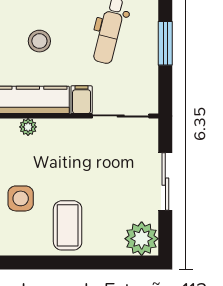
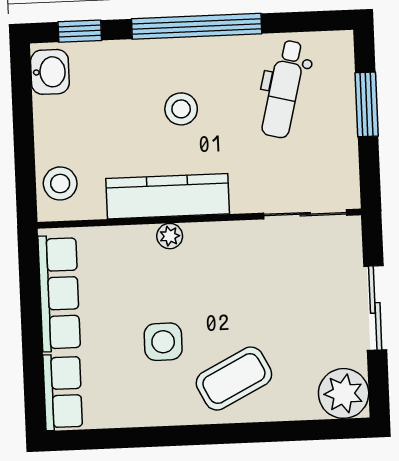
filing cabinet: (82, 100) -> (247, 193), removed
coffee table: (68, 225) -> (234, 379), turned 63

